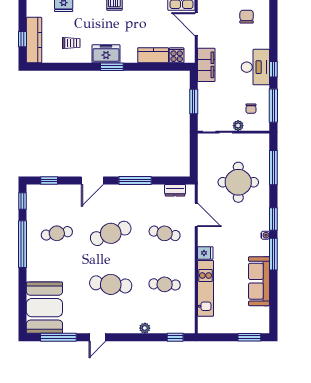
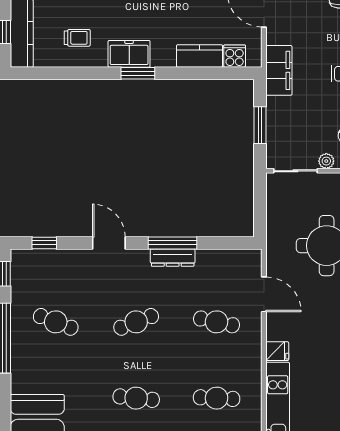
door: (92, 180) -> (109, 243), swing flipped
dresser: (175, 190) -> (173, 258), moved, width x1.44
cafe table: (57, 233) -> (56, 322), turned 30
cafe table: (111, 233) -> (136, 322), width x0.73, depth x0.74
cafe table: (111, 284) -> (136, 398), width x0.73, depth x0.74

